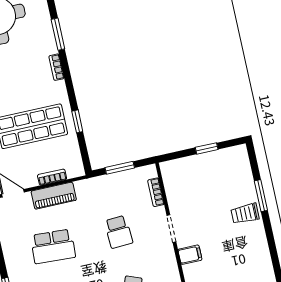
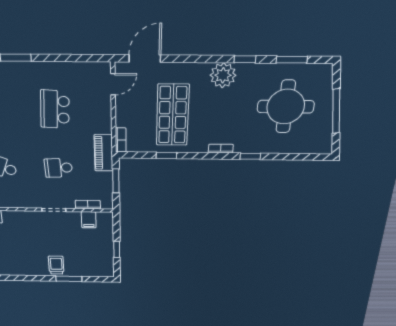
window: (58, 34) -> (250, 156), width x0.67
bookcase: (52, 177) -> (121, 140), moved
piano: (54, 196) -> (103, 153), moved
filing cabinet: (190, 255) -> (89, 220), moved

